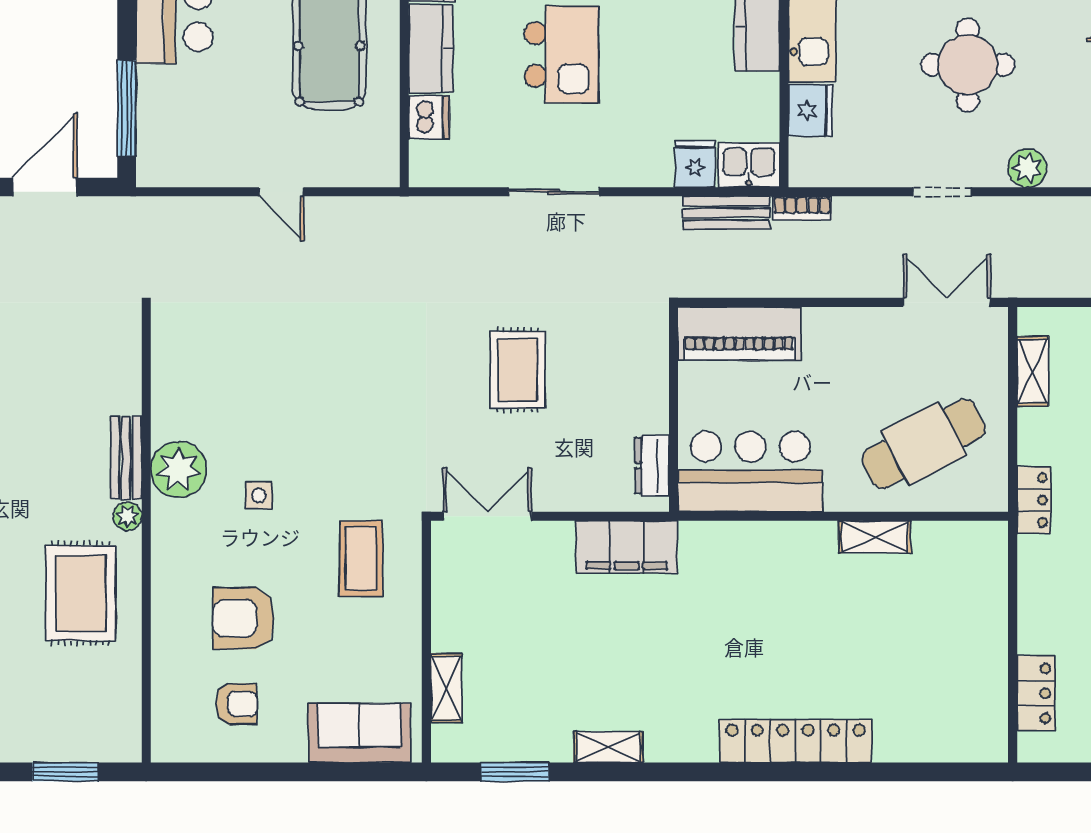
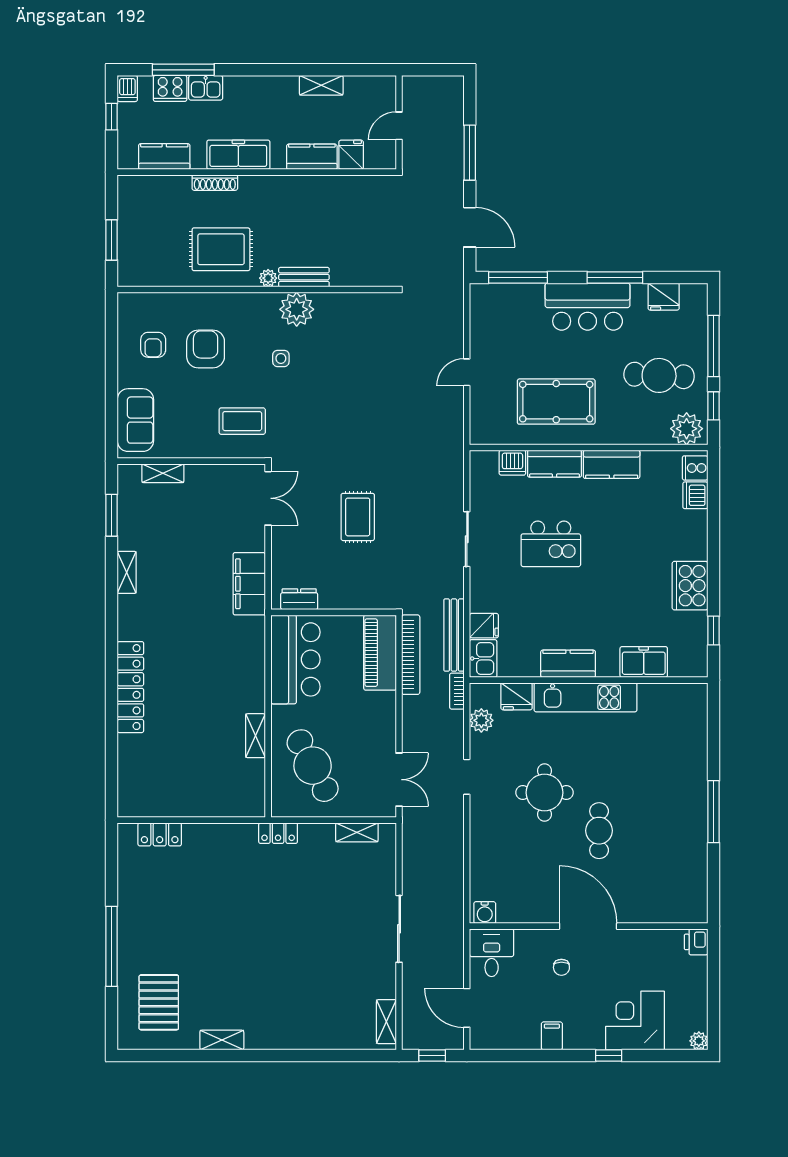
plant: (1028, 168) -> (481, 720), moved
bench: (726, 213) -> (454, 635), width x1.36
bookcase: (743, 283) -> (411, 655), added
rug: (518, 370) -> (358, 517), turned 90

